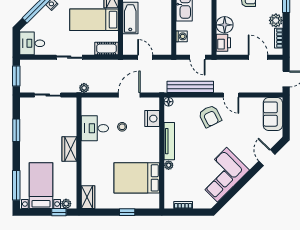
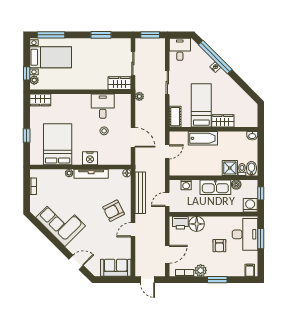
nightstand: (152, 119) -> (90, 158), moved
wardrobe: (69, 149) -> (119, 83), moved

